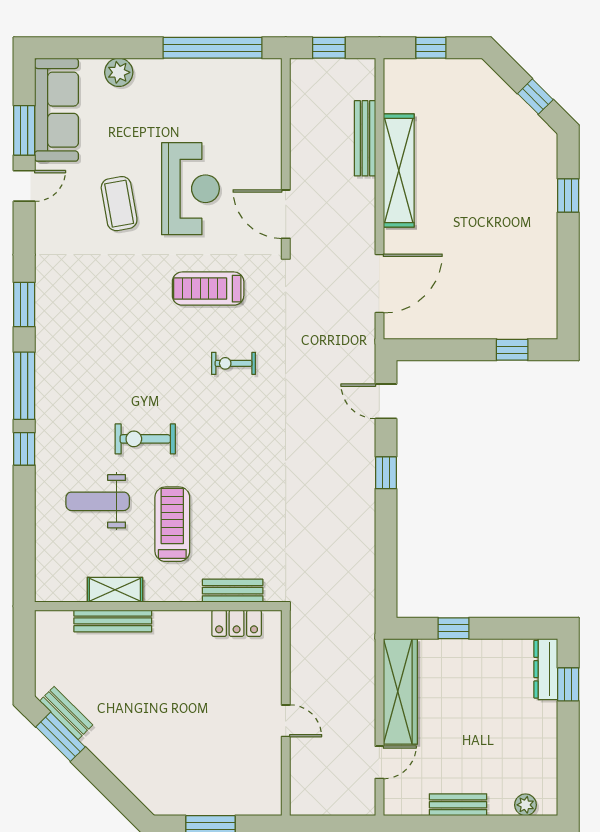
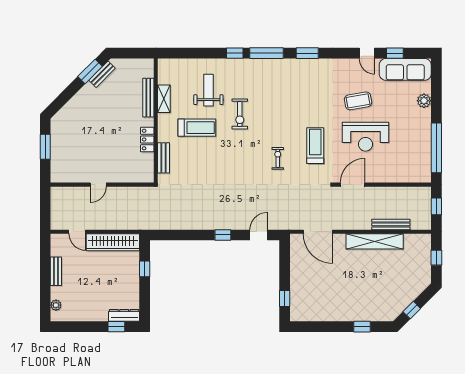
window: (24, 130) -> (395, 53), width x0.67
exercise bike: (145, 439) -> (240, 114), turned 180
locker: (237, 623) -> (147, 140), moved

